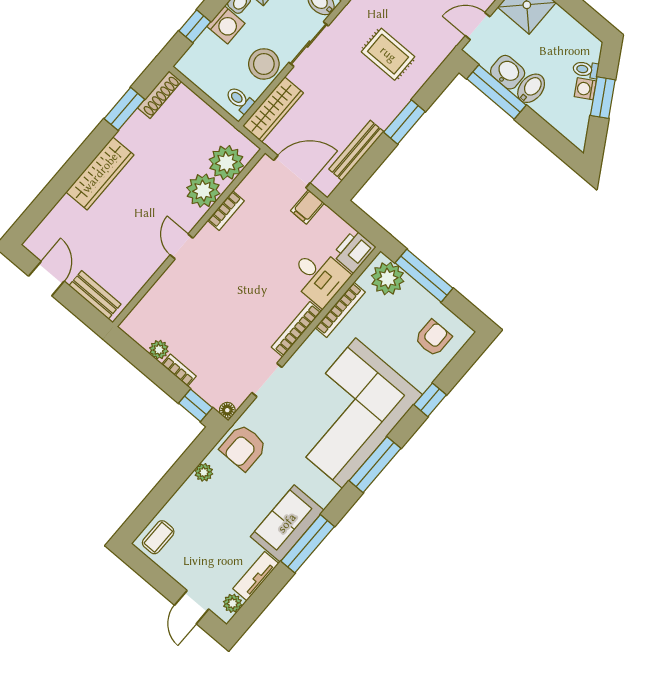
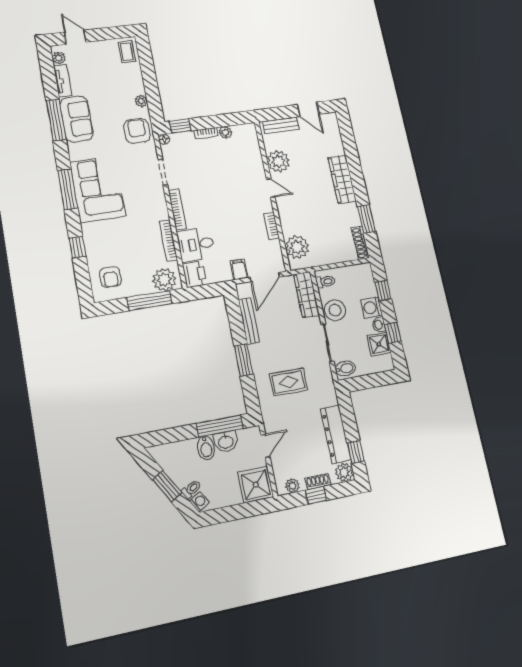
washing machine: (585, 89) -> (199, 502), moved
plant: (203, 191) -> (278, 161), moved
corner sofa: (349, 413) -> (98, 189), width x0.73, depth x0.74

